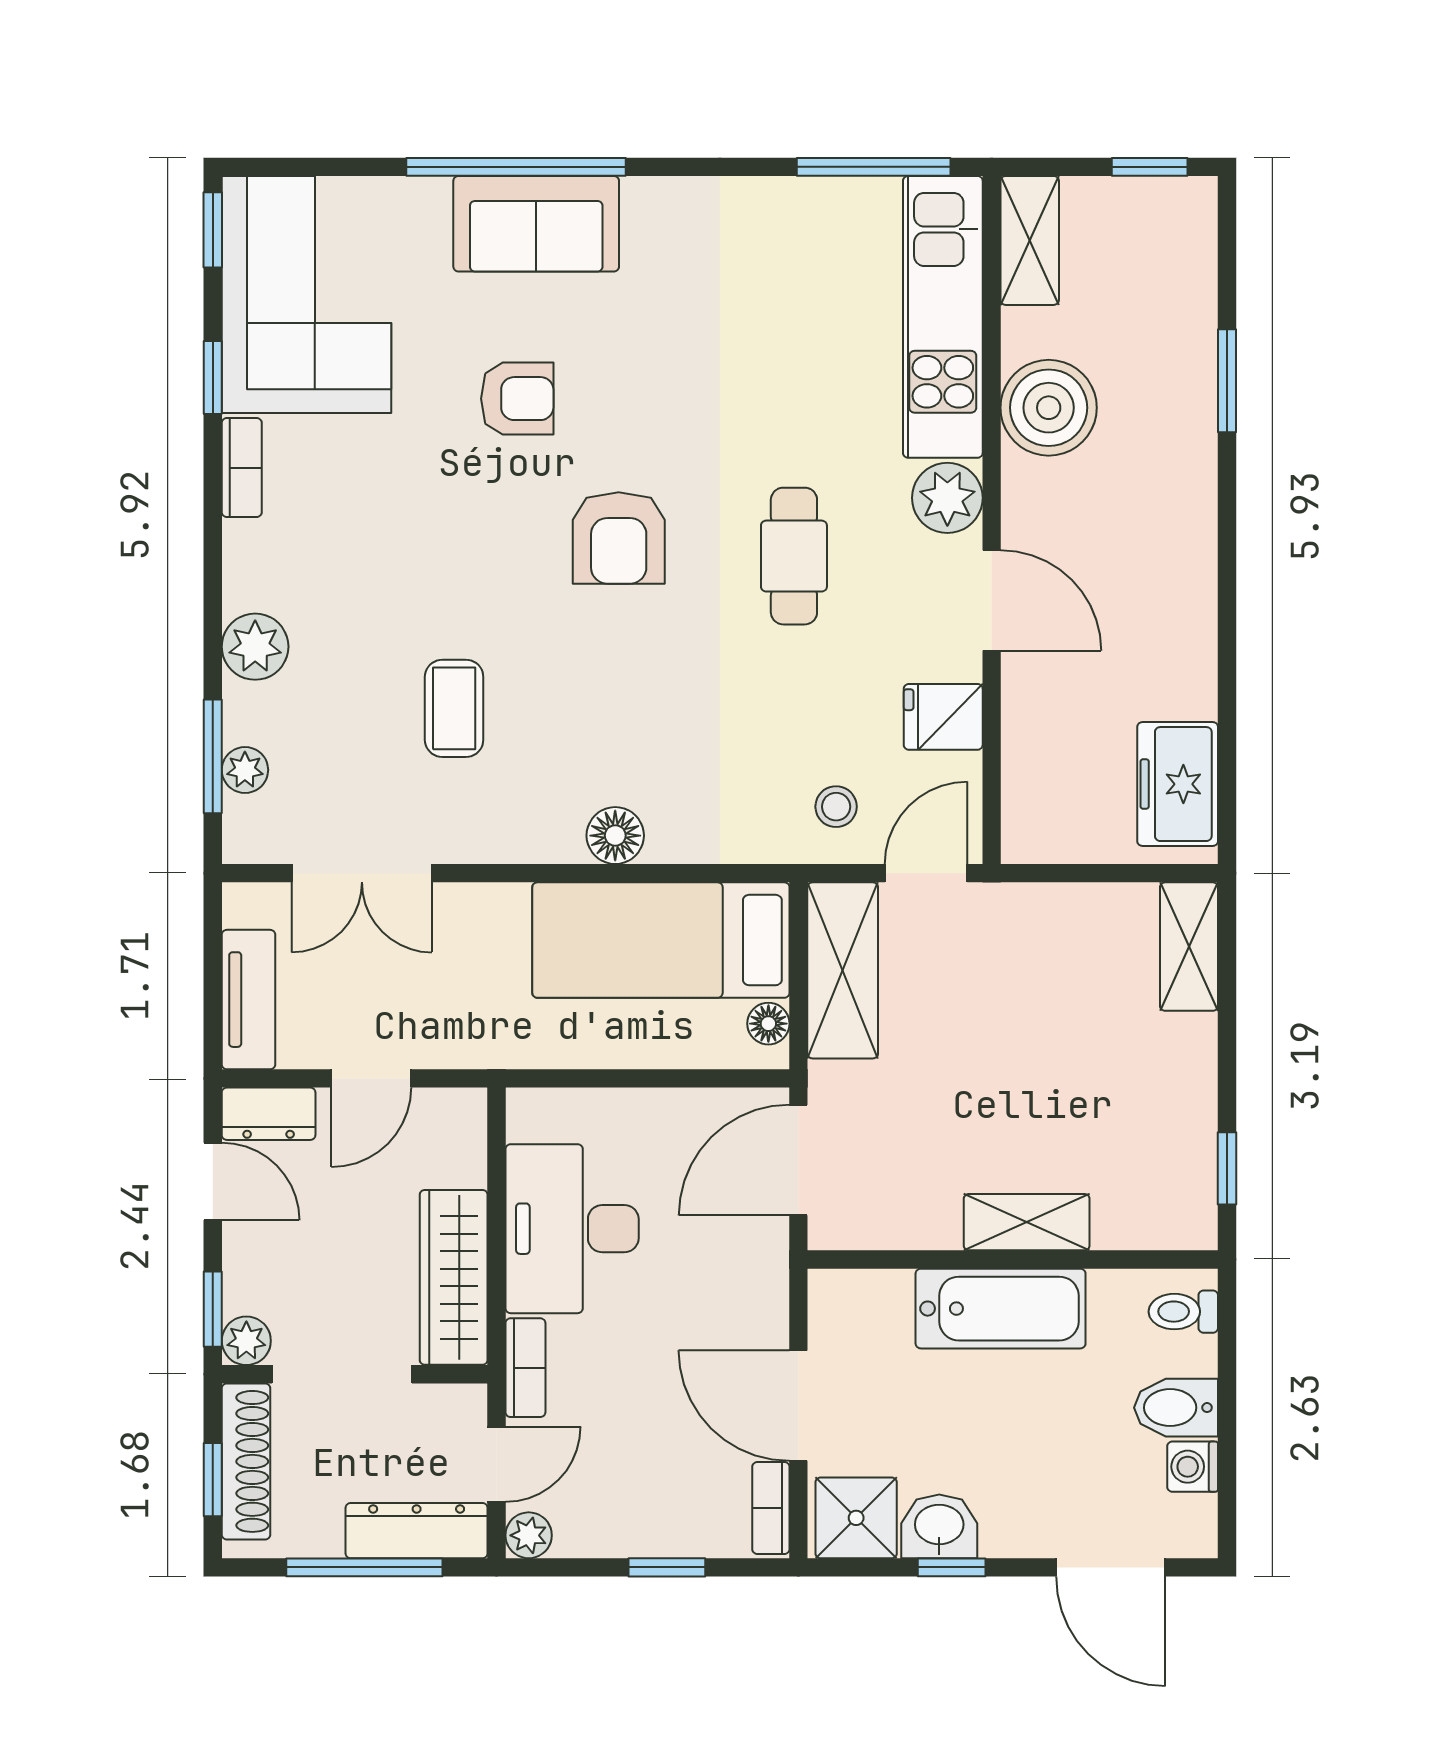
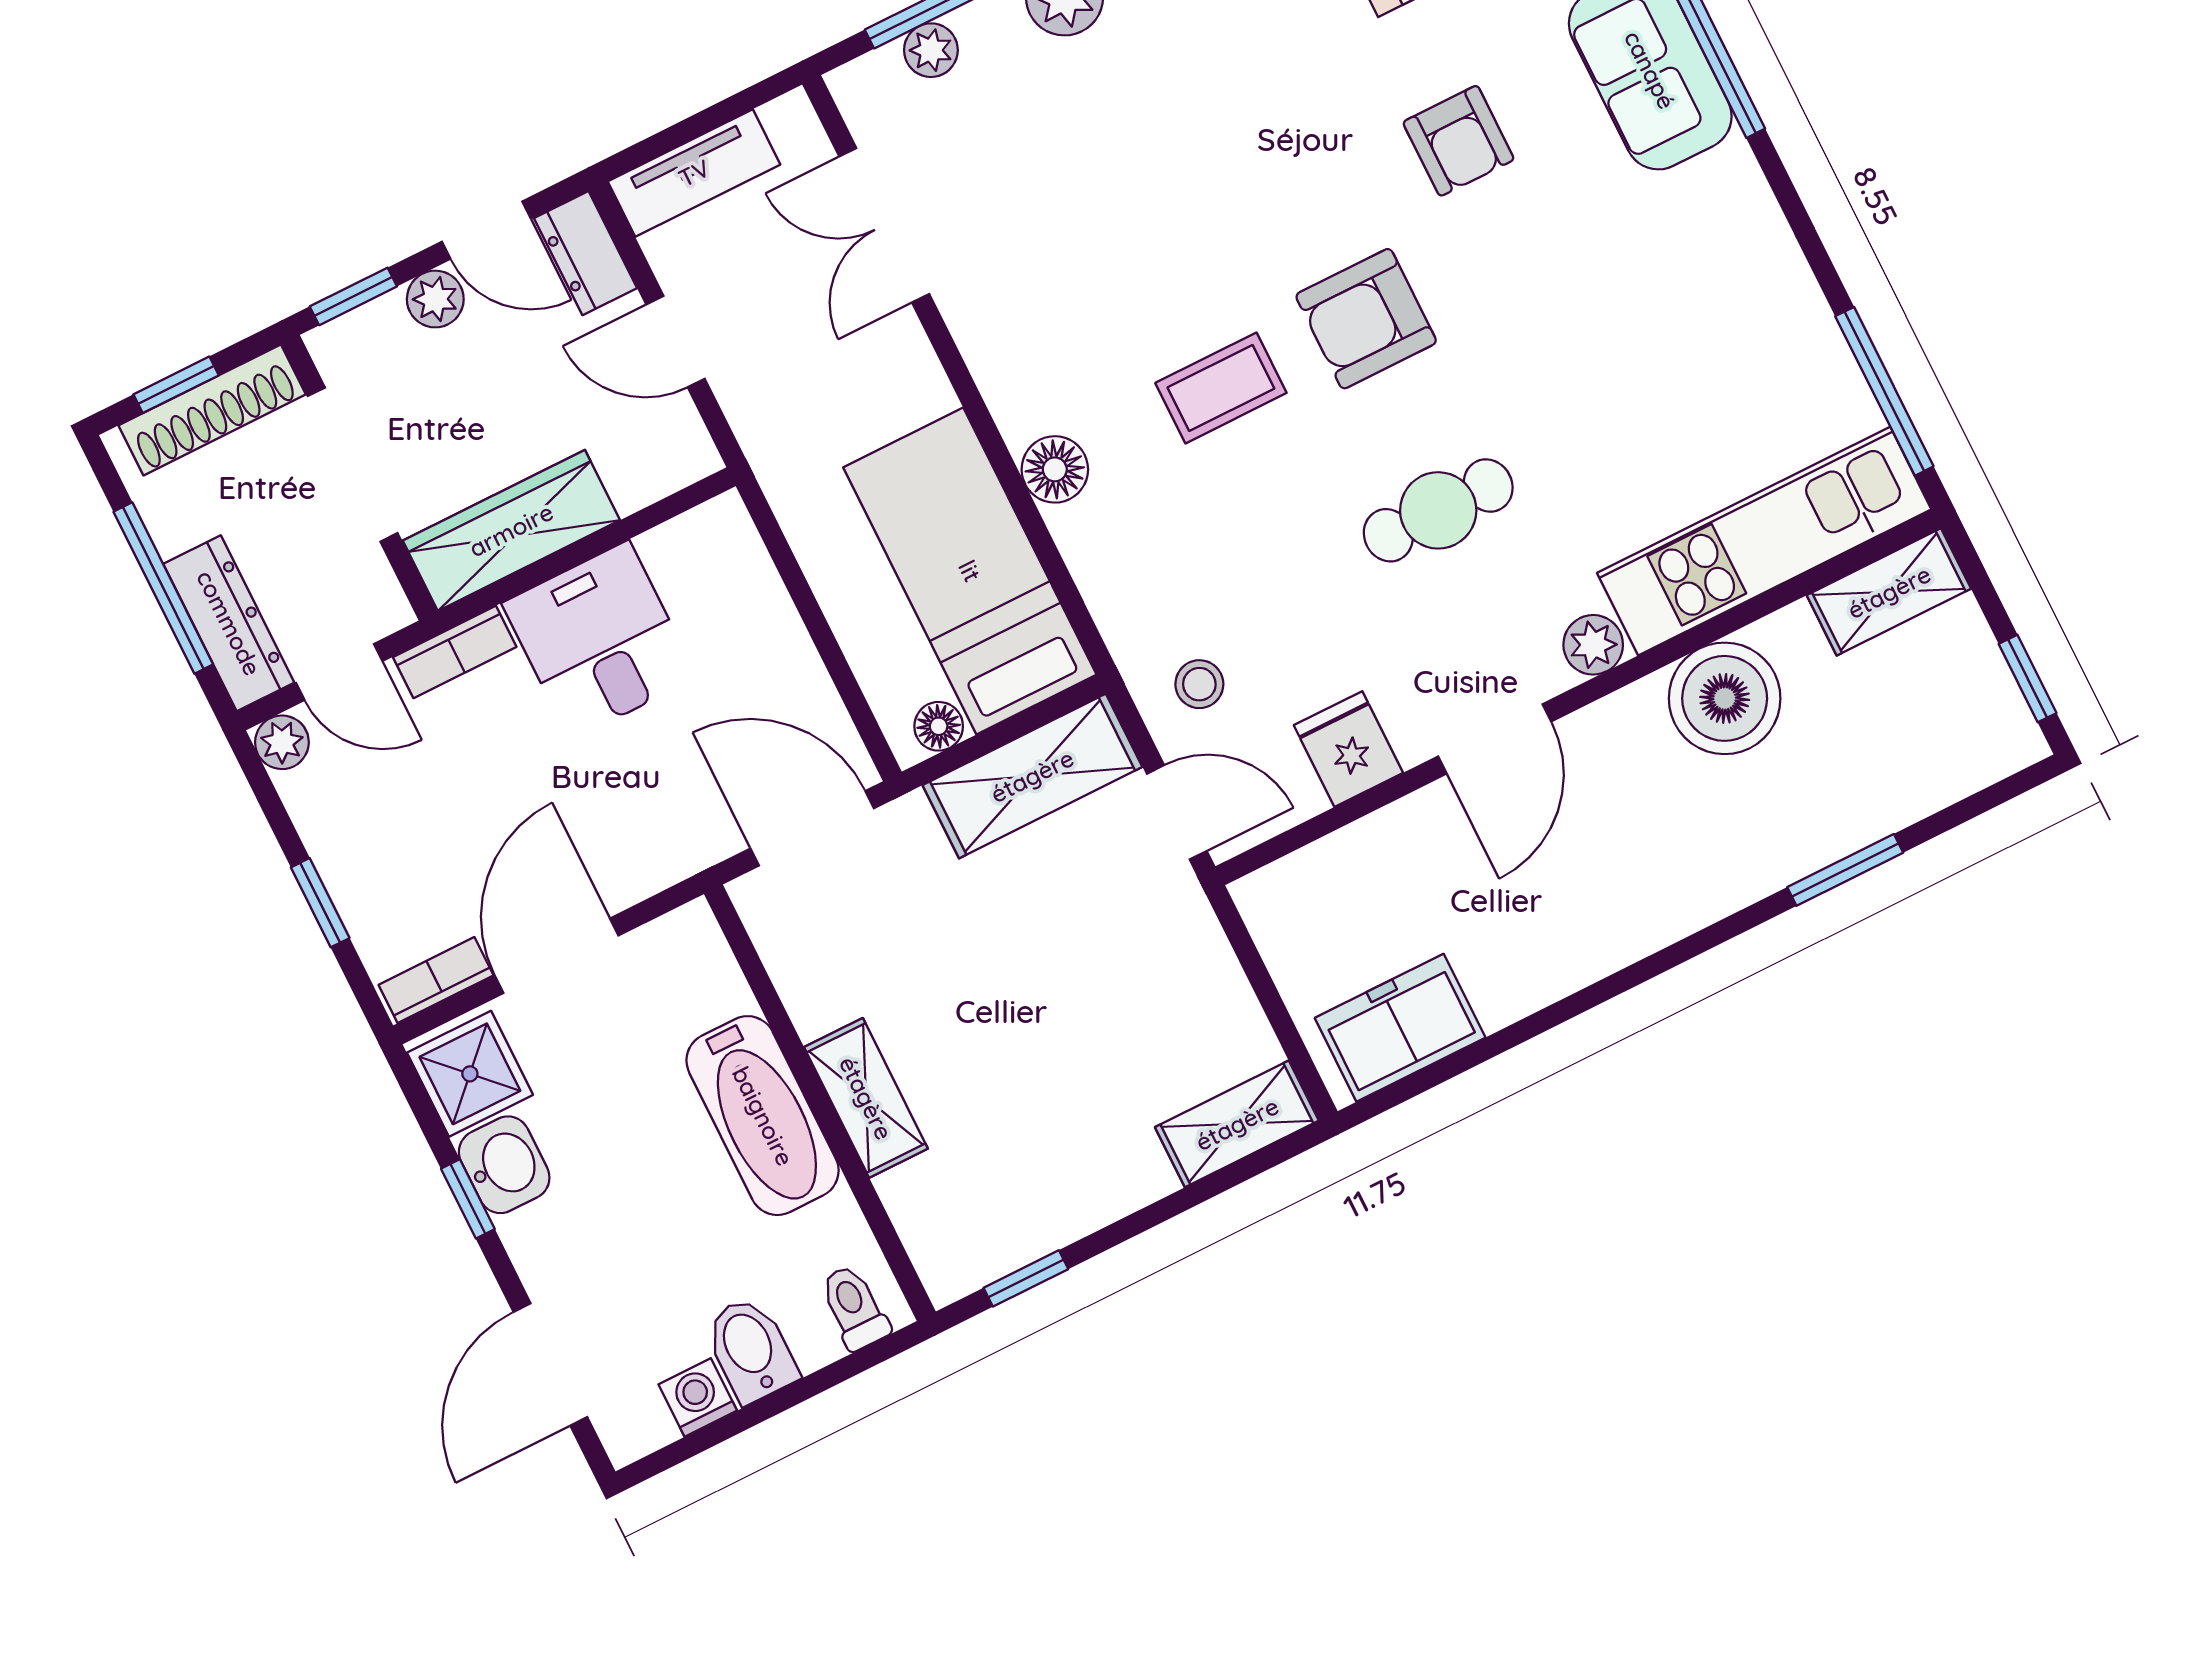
plant: (947, 498) -> (1593, 645), width x0.73, depth x0.73
coffee table: (454, 708) -> (1221, 388), moved
door: (213, 1181) -> (486, 230), hinge flipped
desk: (572, 1229) -> (600, 640), width x0.73
plant: (246, 1341) -> (435, 299), moved

